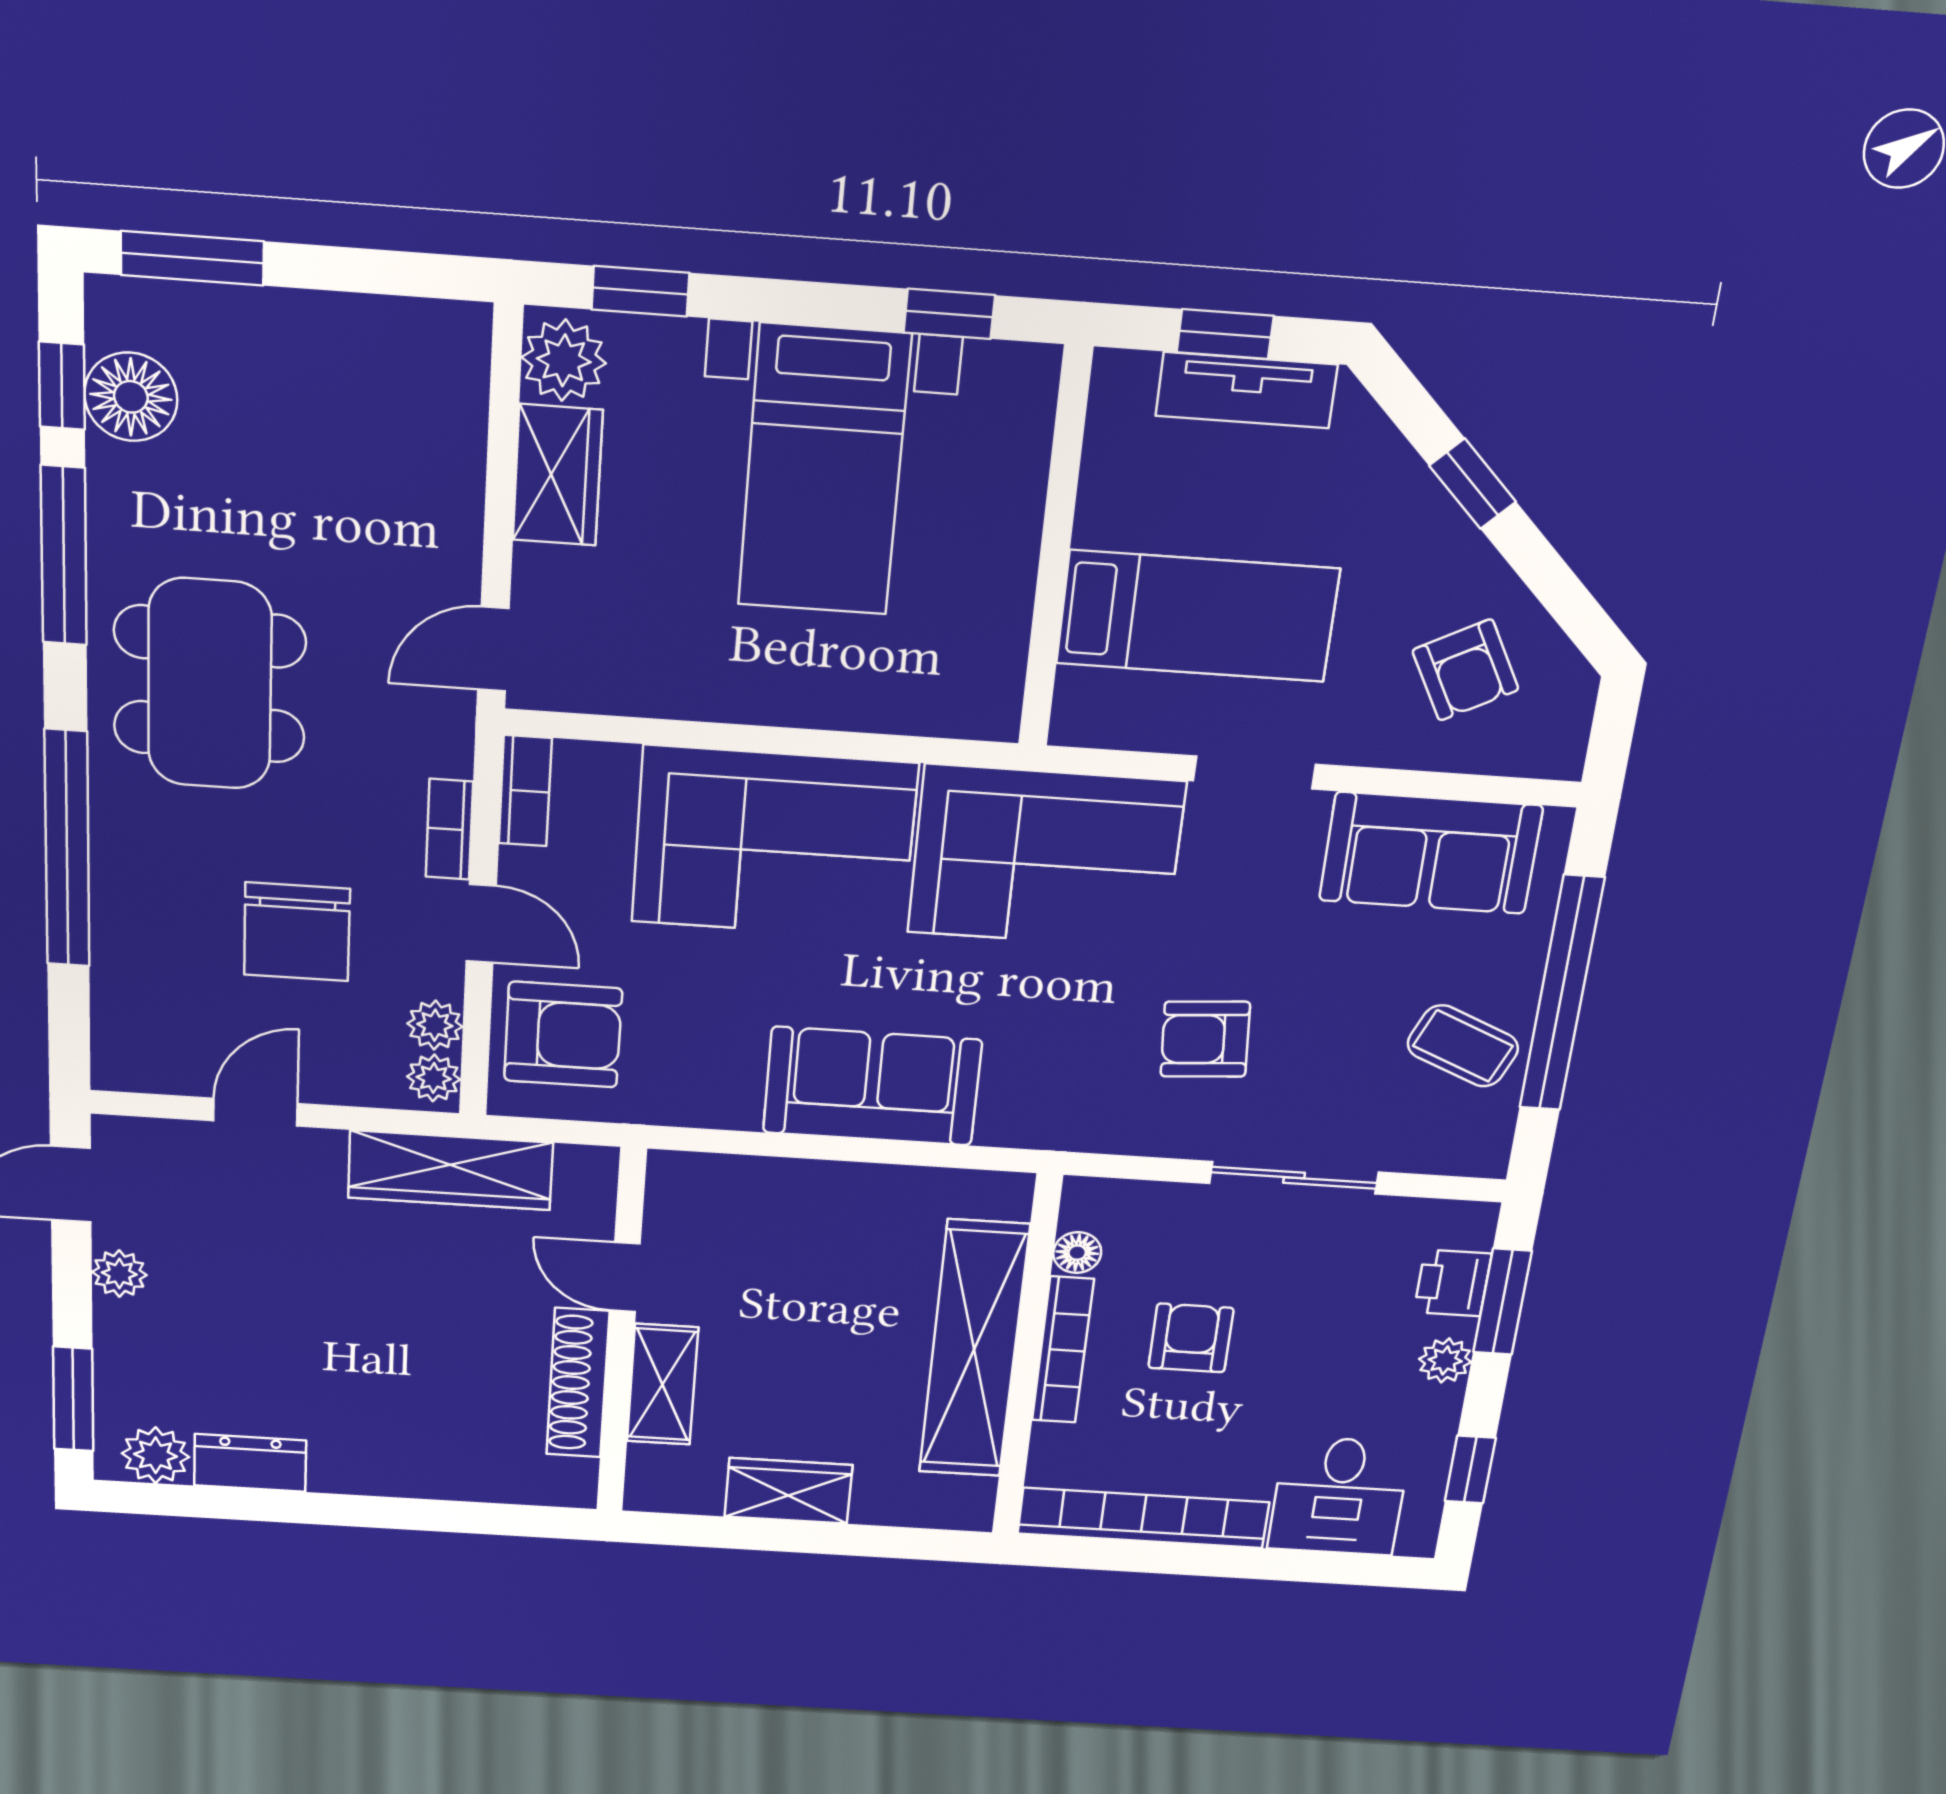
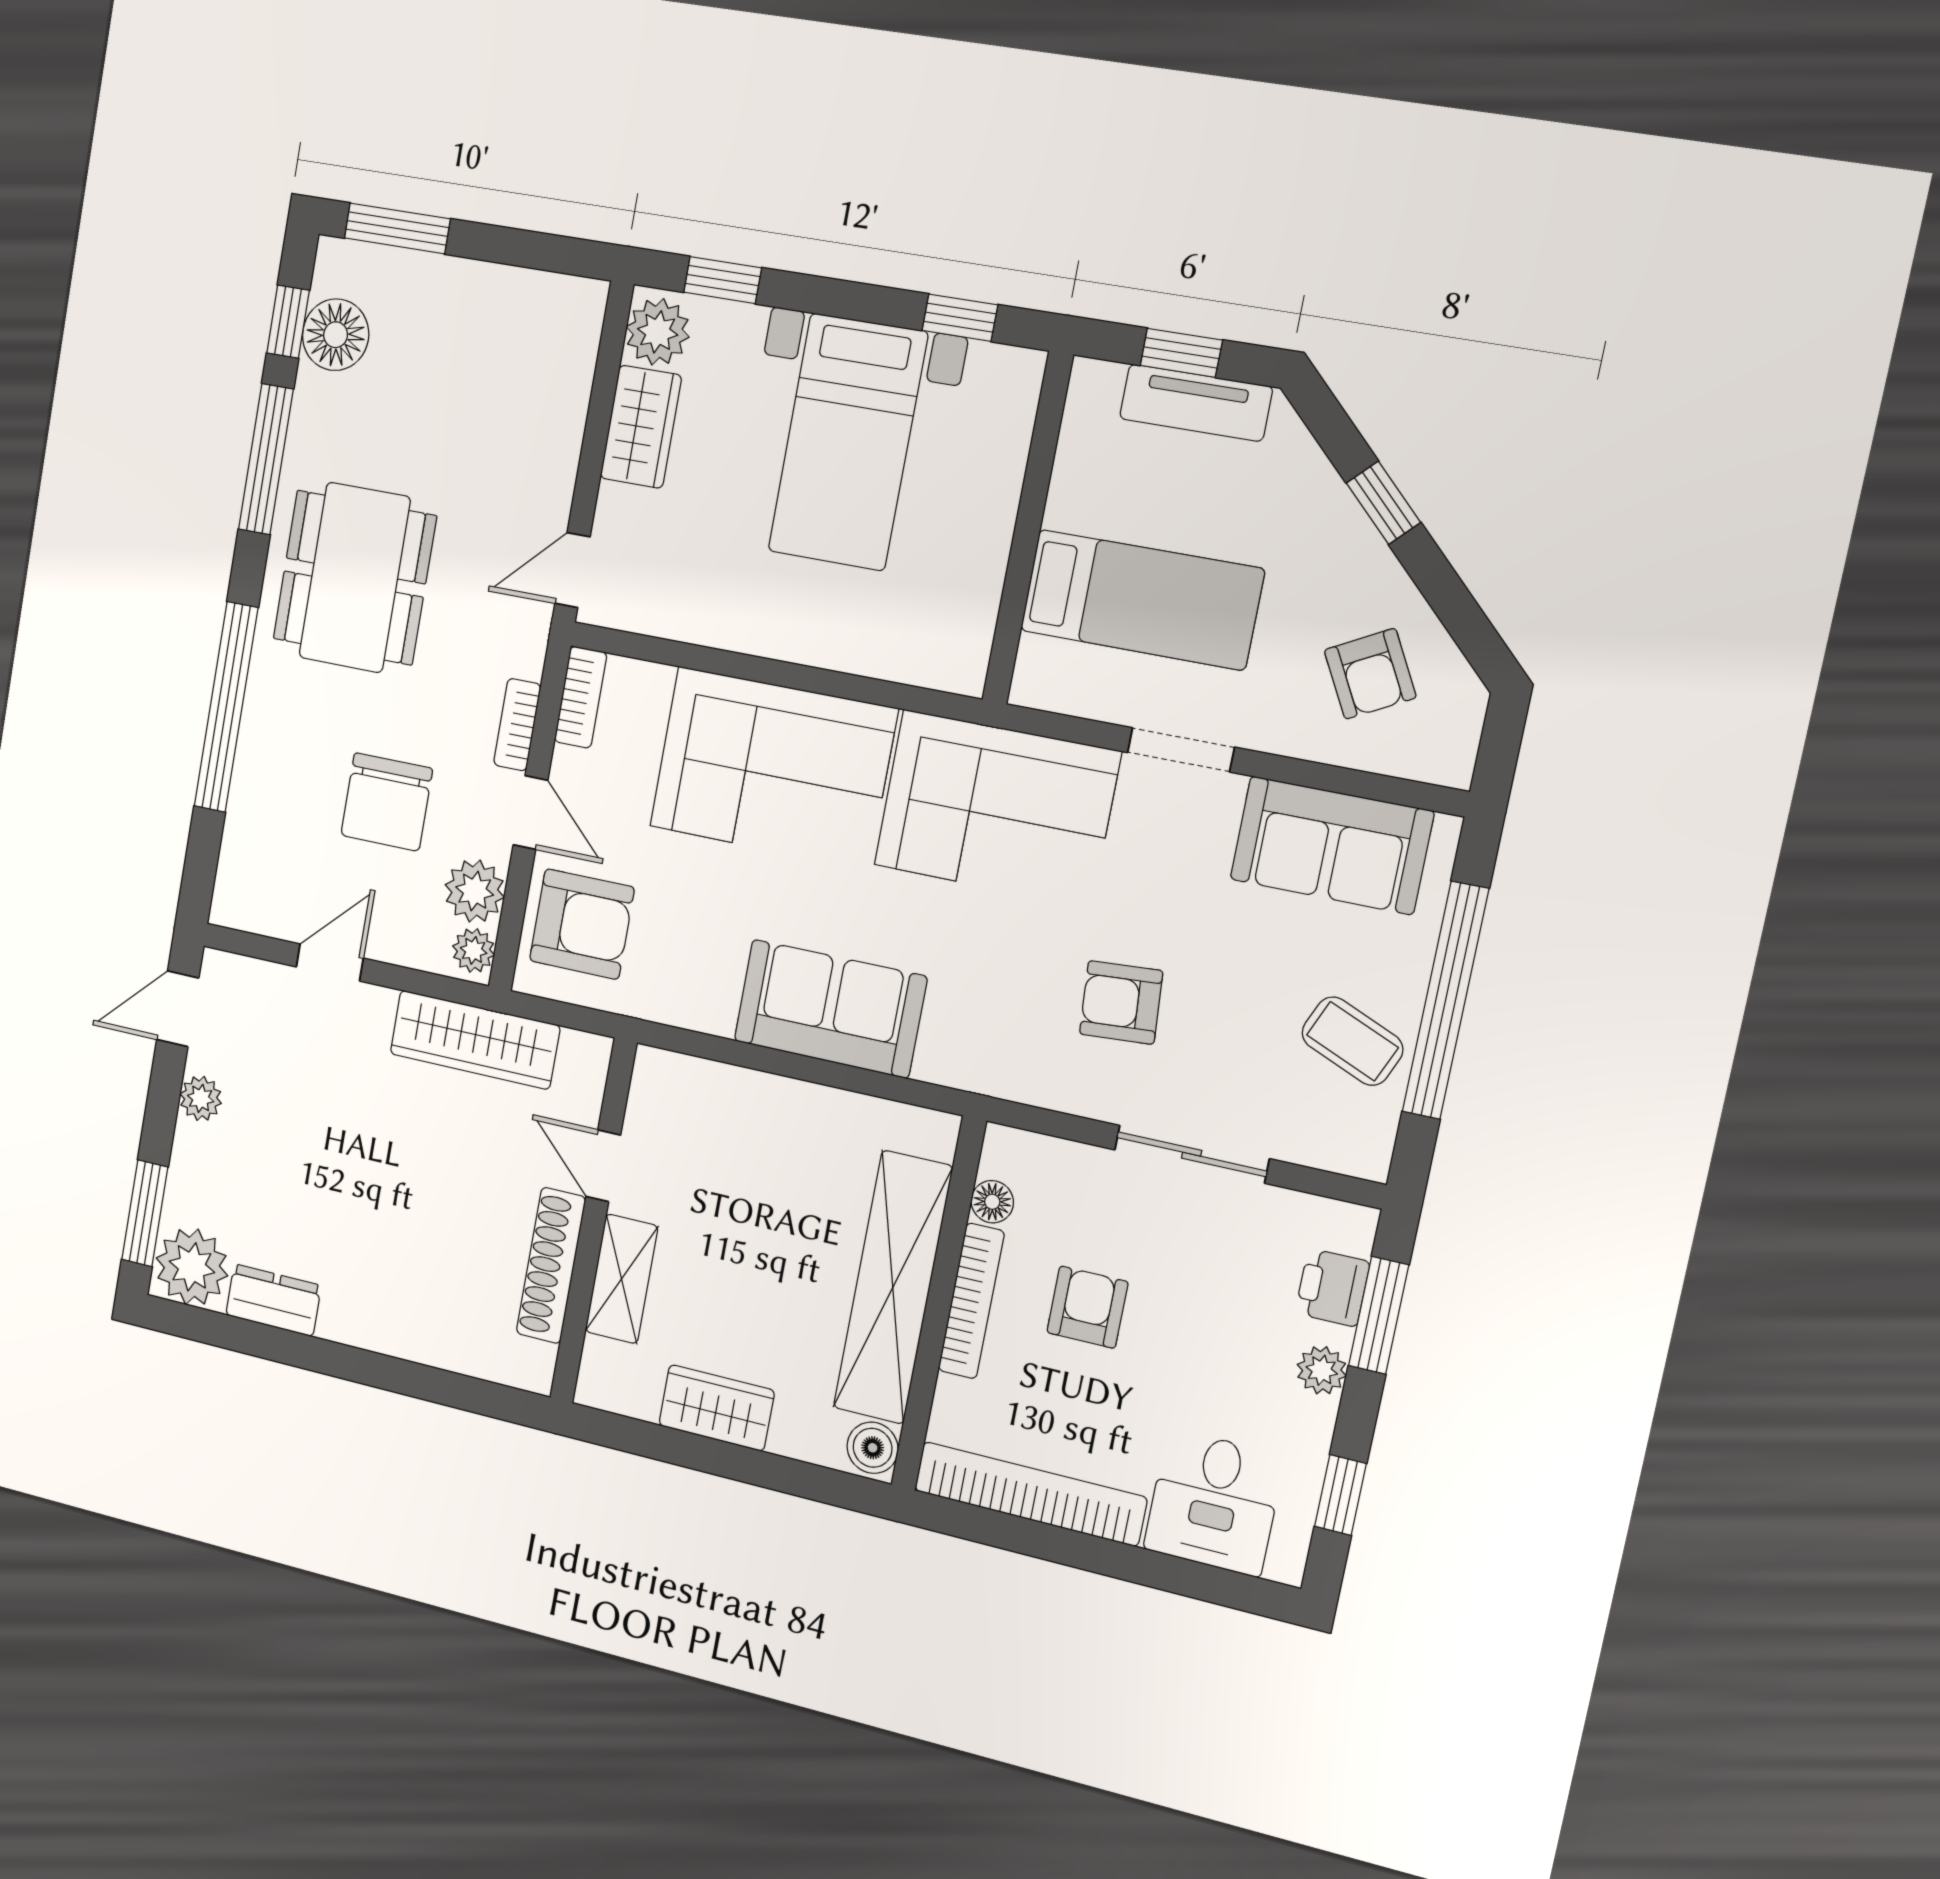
plant: (435, 1025) -> (475, 891), width x1.38, depth x1.38
plant: (156, 1455) -> (192, 1267), width x1.36, depth x1.36
boiler: (967, 1502) -> (873, 1448), added

